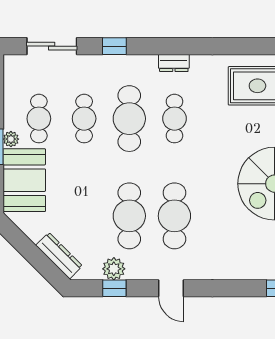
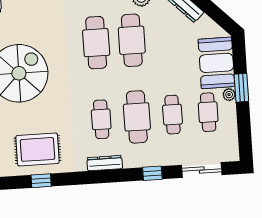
window: (255, 46) -> (41, 181), added
dresser: (174, 63) -> (105, 163), width x1.44

